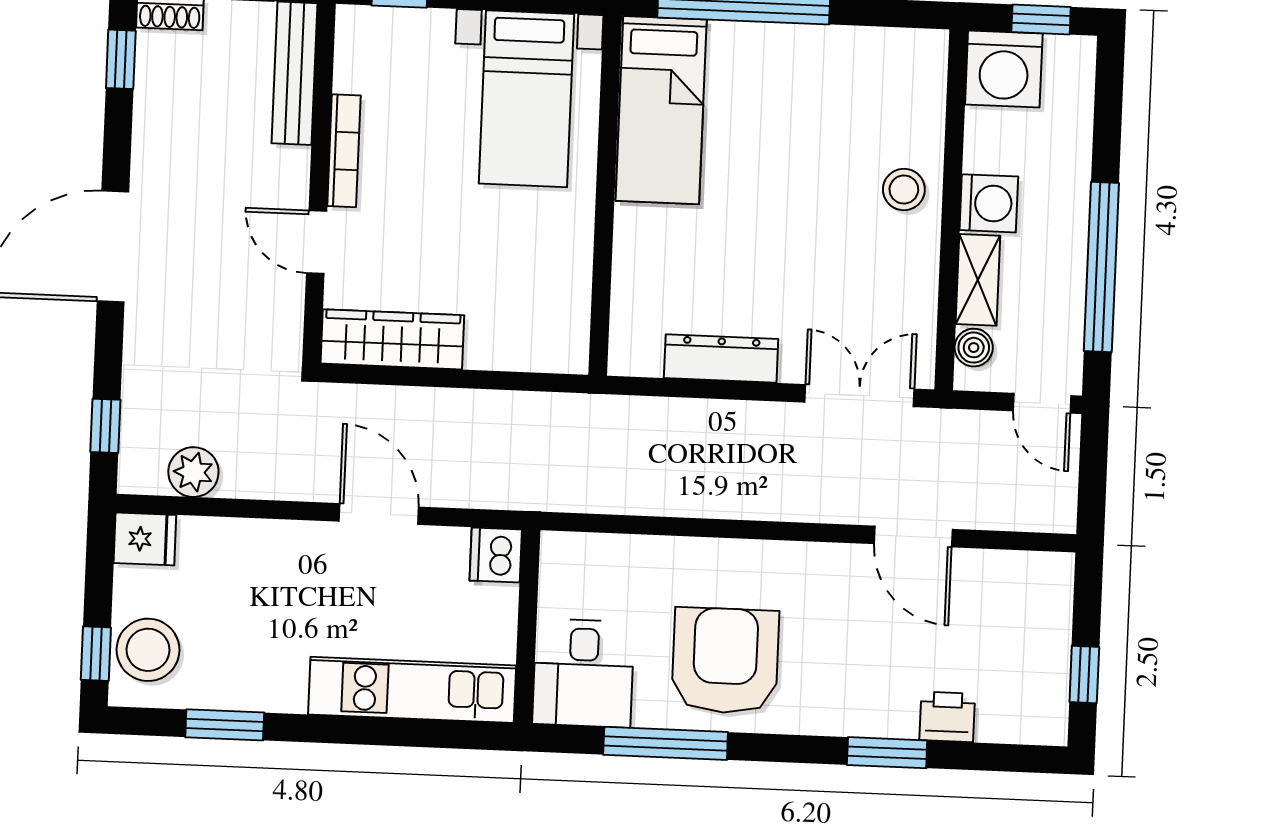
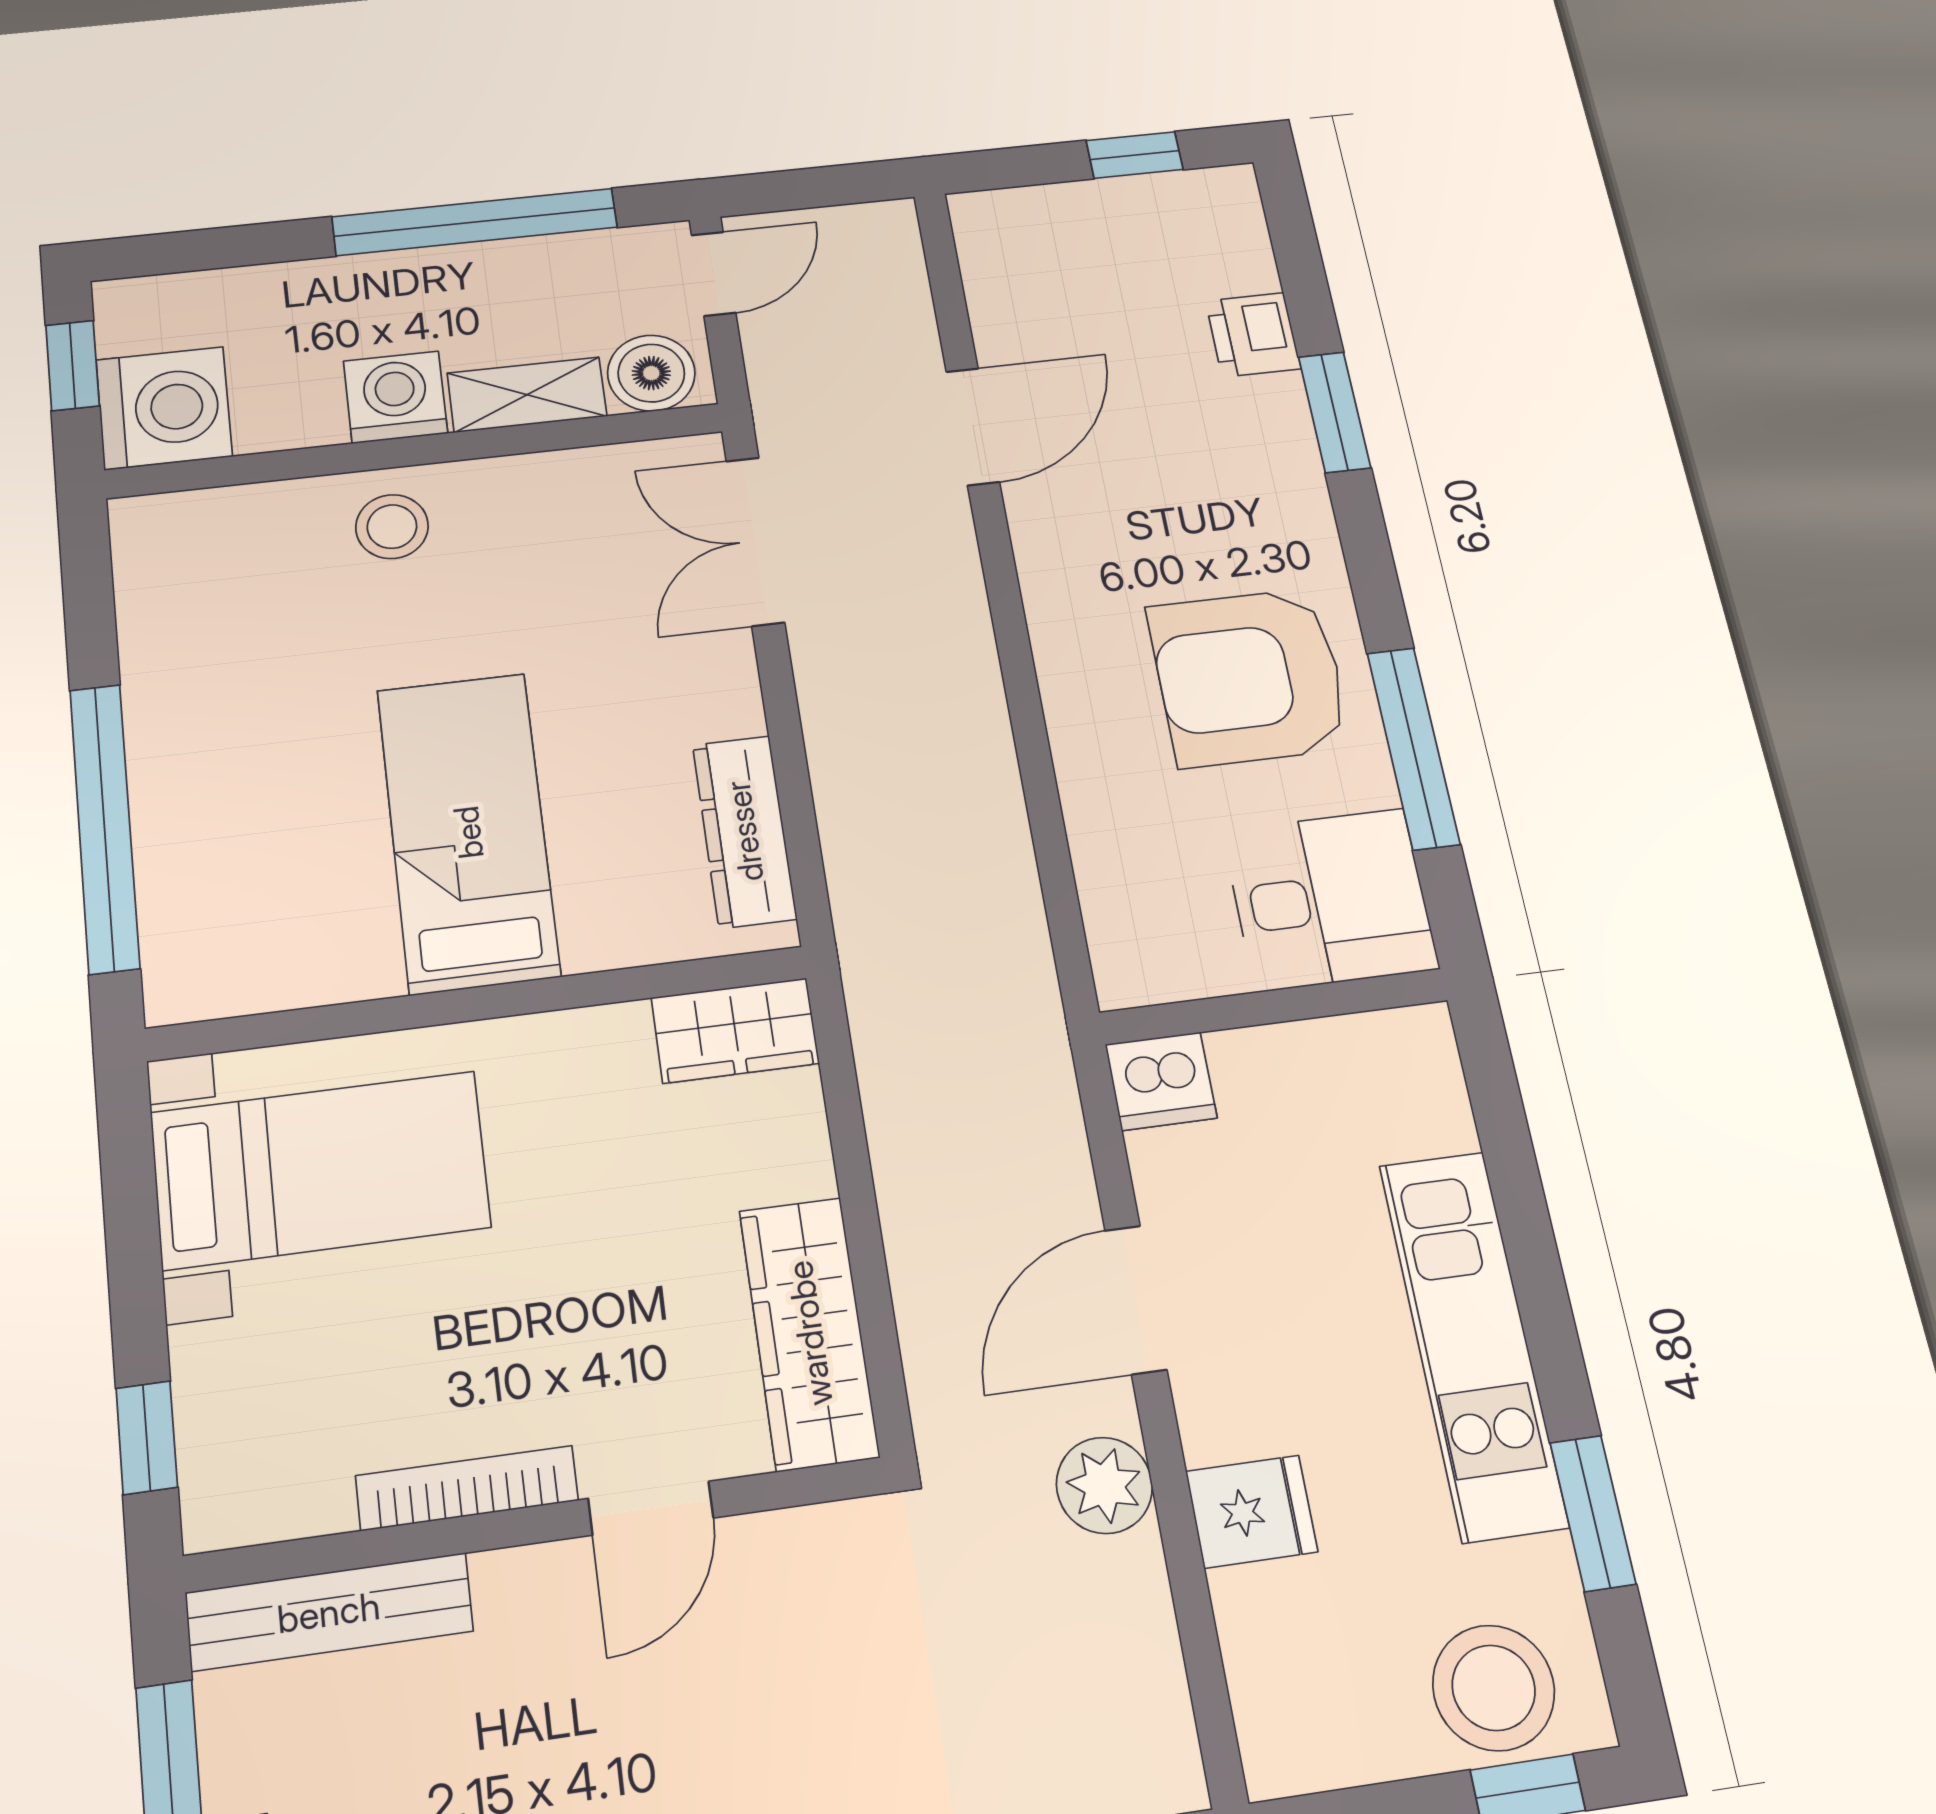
bed: (661, 110) -> (468, 832), moved, turned -90
wardrobe: (565, 331) -> (735, 1030), added
boiler: (974, 348) -> (651, 373), width x1.36, depth x1.36
dresser: (721, 359) -> (744, 831), moved
plant: (193, 472) -> (1104, 1485), moved
fridge: (145, 539) -> (1252, 1512), moved, turned 90
kitchen unit: (412, 690) -> (1473, 1344), moved

